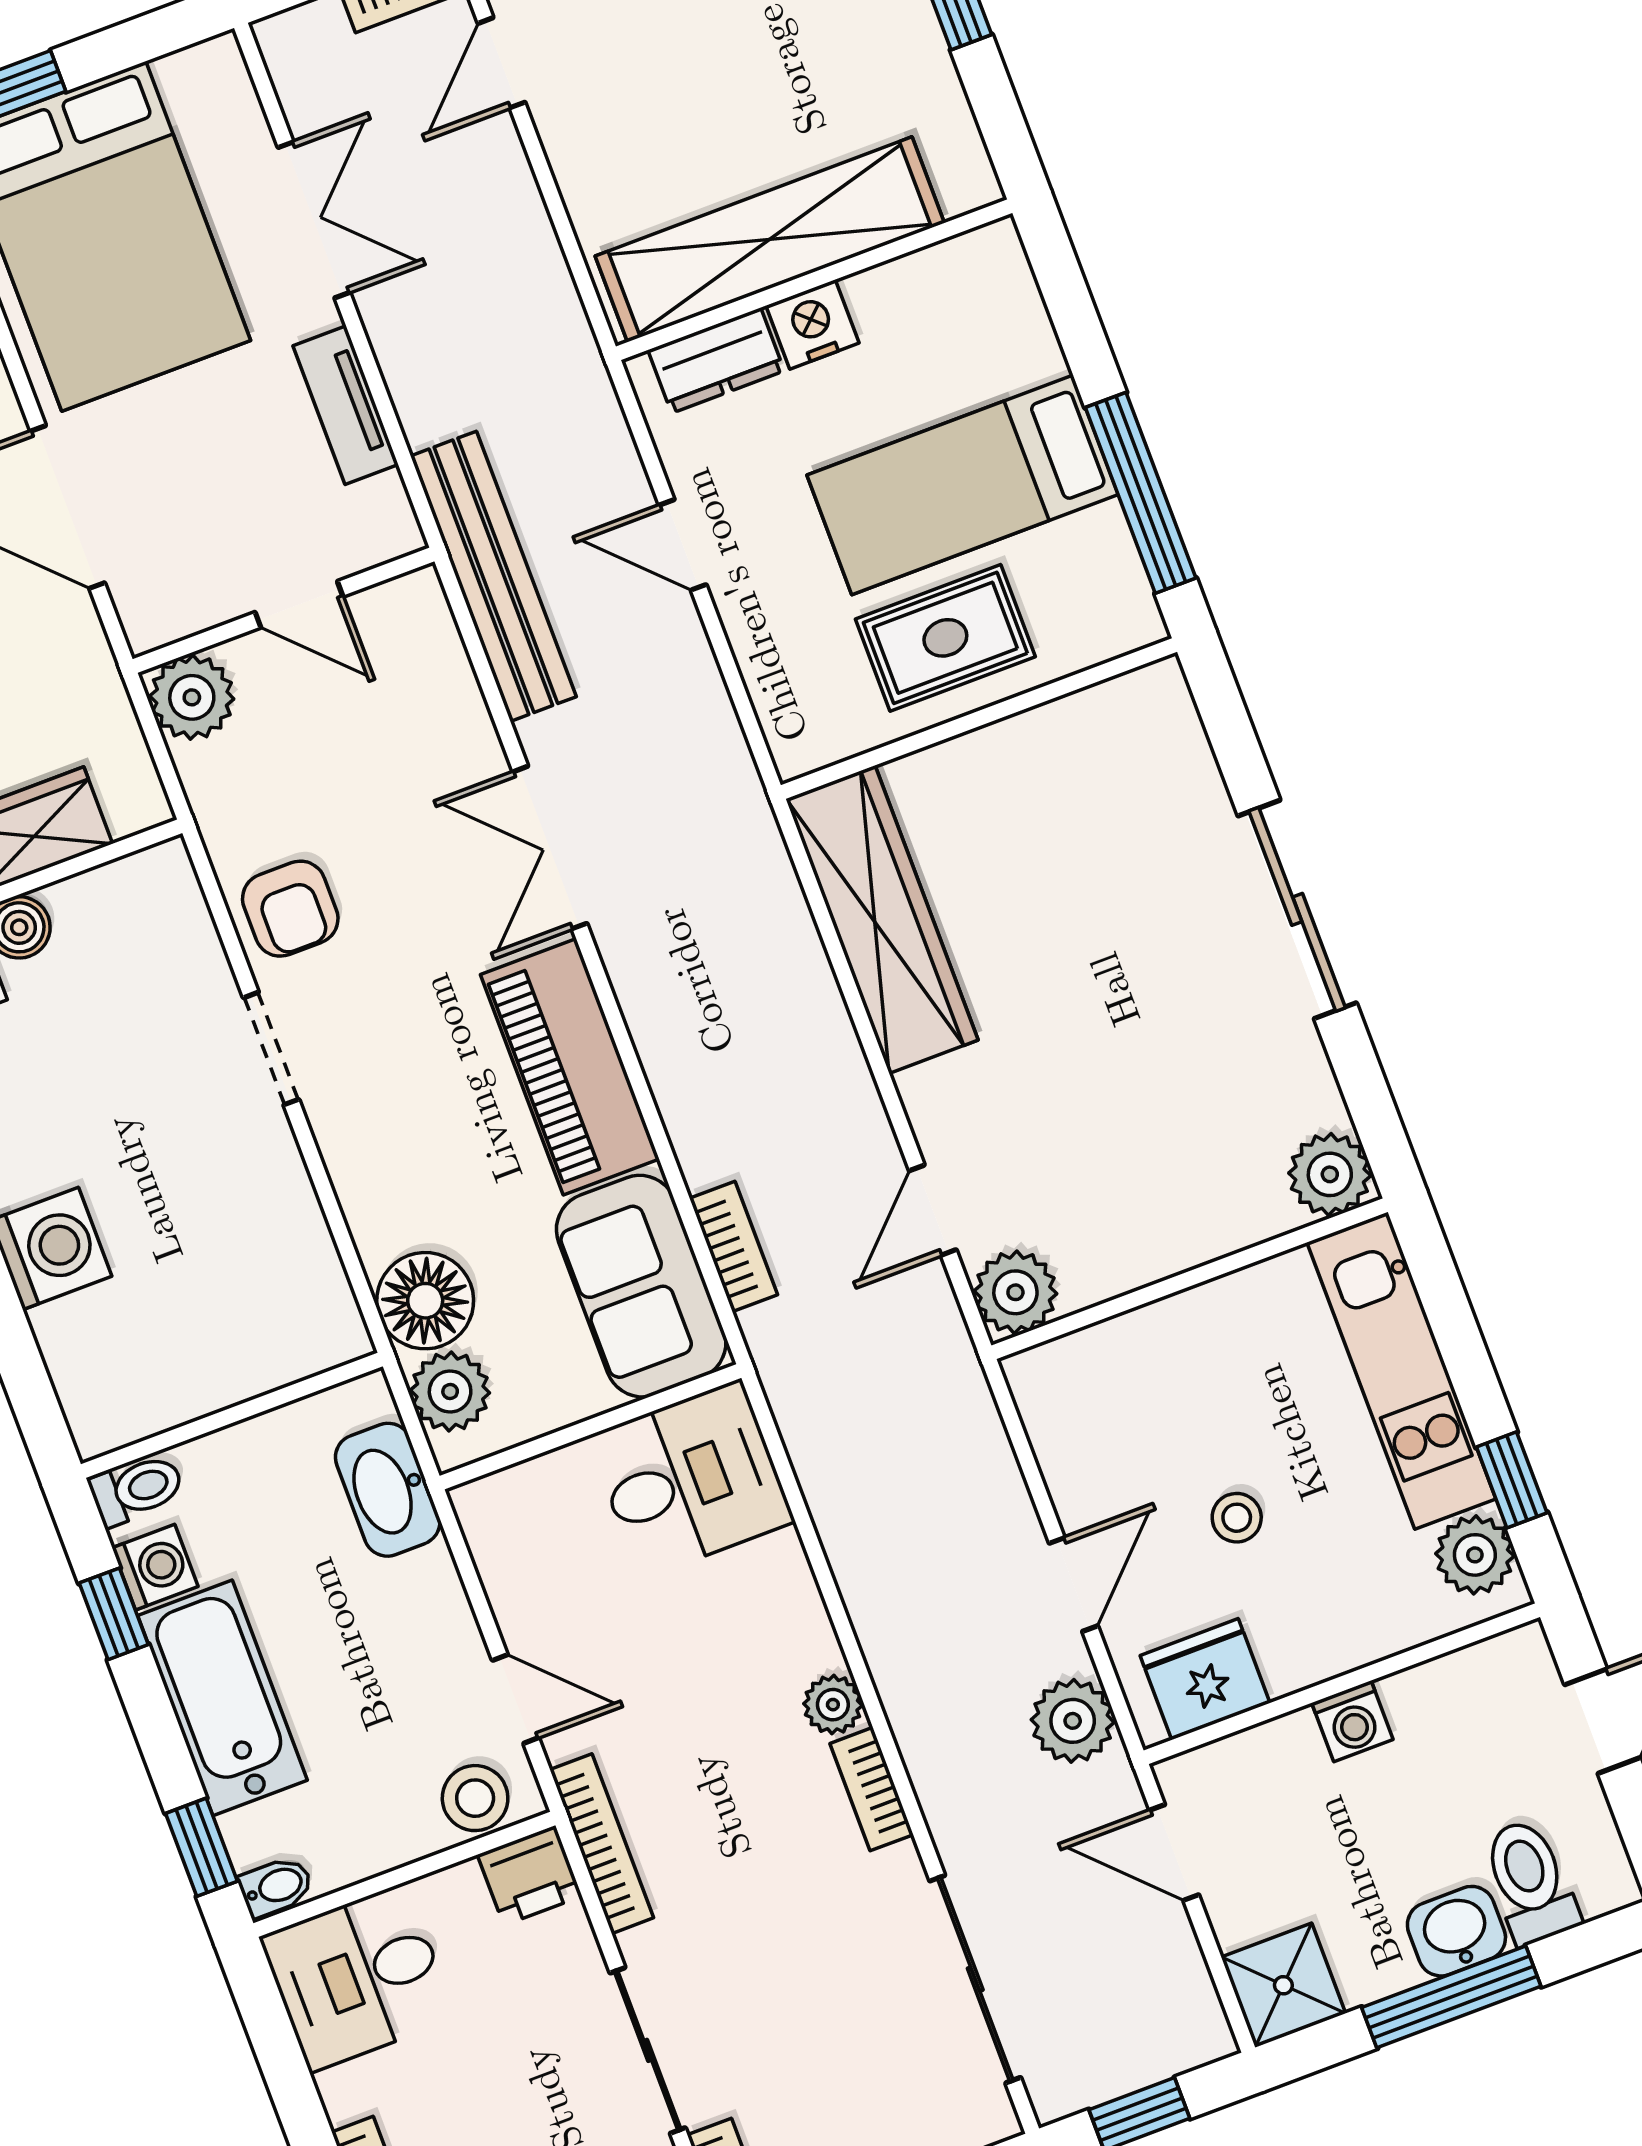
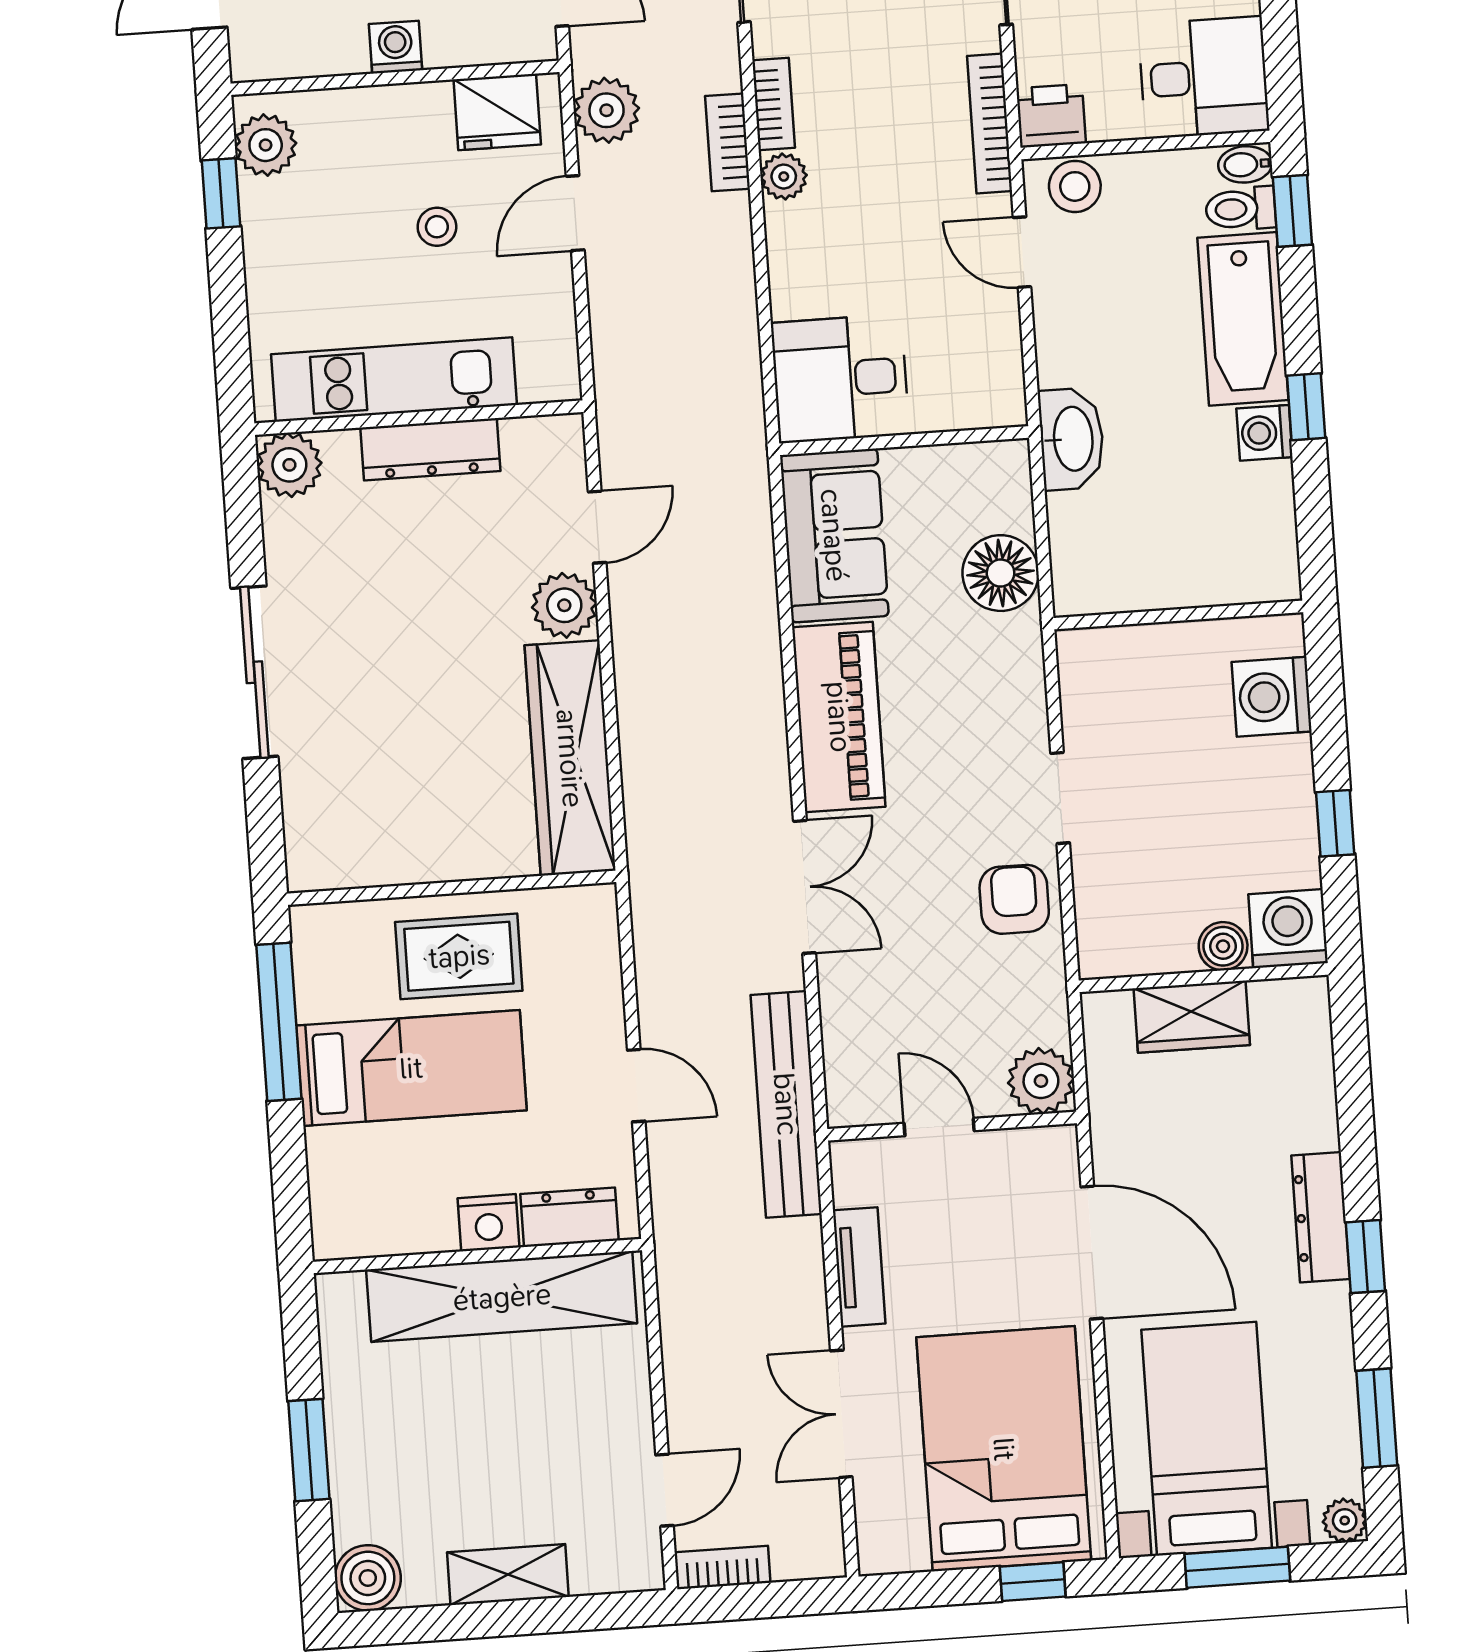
dresser: (1164, 1244) -> (430, 449), added
bookcase: (734, 1246) -> (728, 142), moved
plant: (1015, 1292) -> (564, 605), moved
kitchen unit: (1401, 1371) -> (394, 380), moved, turned -90
plant: (450, 1392) -> (1002, 499), removed
wall: (232, 1415) -> (1178, 615), moved
toilet: (137, 1489) -> (1241, 209), moved

